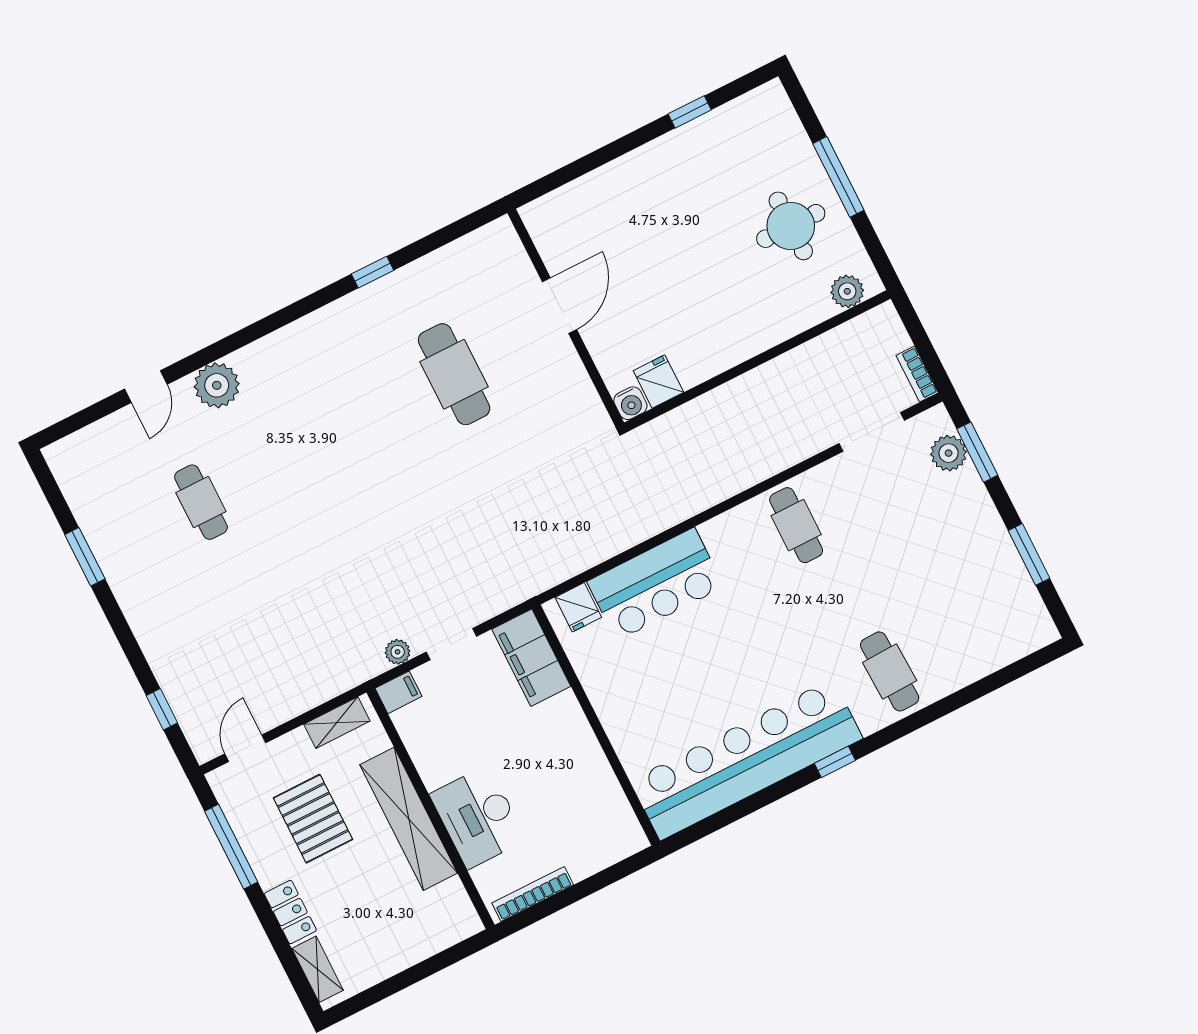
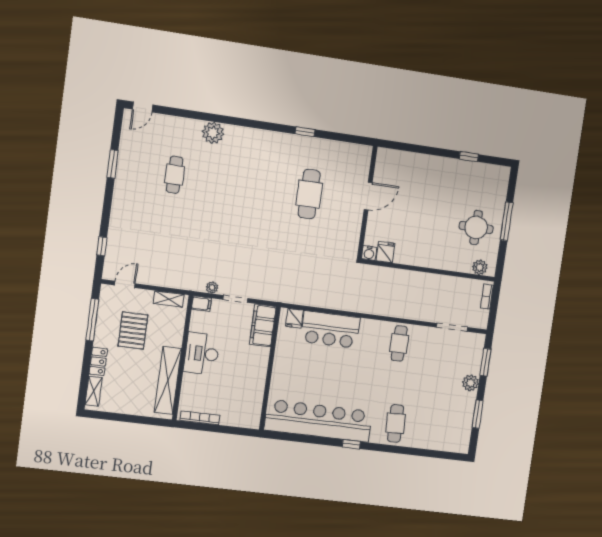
bookcase: (917, 374) -> (487, 297), moved
door: (146, 387) -> (143, 107), moved
plant: (949, 453) -> (470, 383), moved
desk: (478, 817) -> (202, 354), moved
shelving: (409, 819) -> (168, 380), moved

